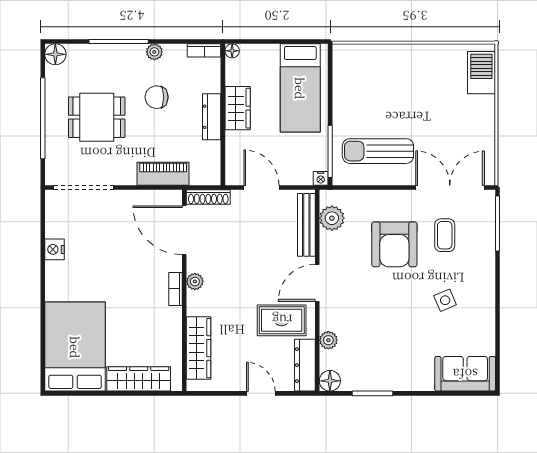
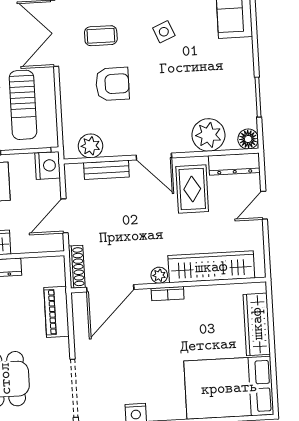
nightstand: (321, 178) -> (48, 166), width x1.89, depth x1.79
bench: (306, 225) -> (106, 170), width x0.73
armchair: (394, 244) -> (112, 84), width x0.73, depth x0.73
plant: (328, 340) -> (208, 135), width x1.87, depth x1.87
wardrobe: (199, 348) -> (211, 267), width x1.40, depth x1.17

